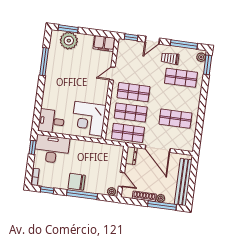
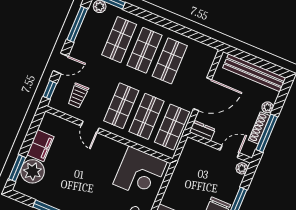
door: (152, 40) -> (61, 63), hinge flipped
filing cabinet: (104, 43) -> (40, 146), moved
trolley: (170, 58) -> (78, 95), moved
shop shelf: (178, 98) -> (144, 50), added
window: (162, 205) -> (267, 133), moved

